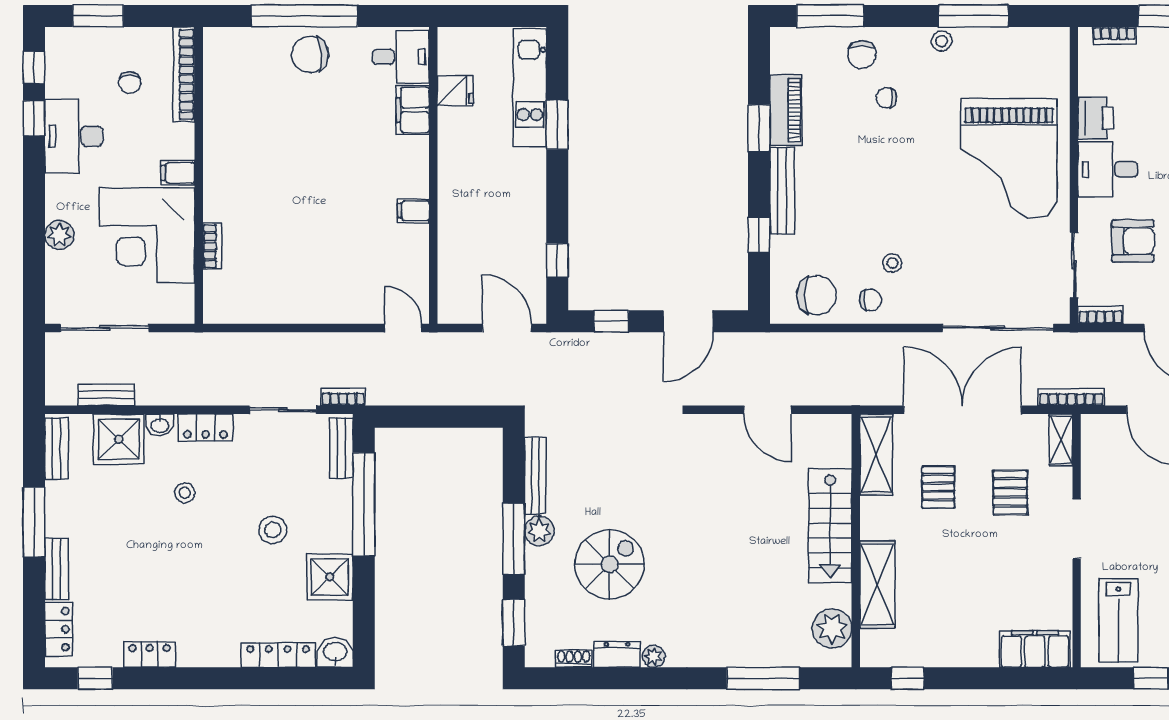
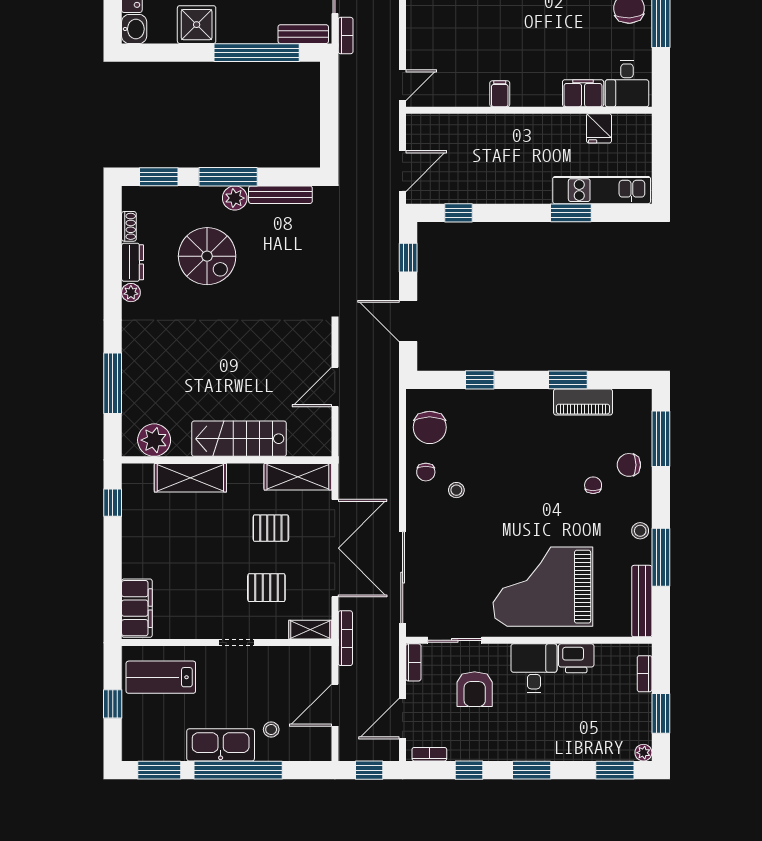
bench: (782, 191) -> (642, 601), moved, turned 90
doorway: (1077, 529) -> (236, 643), width x0.73

